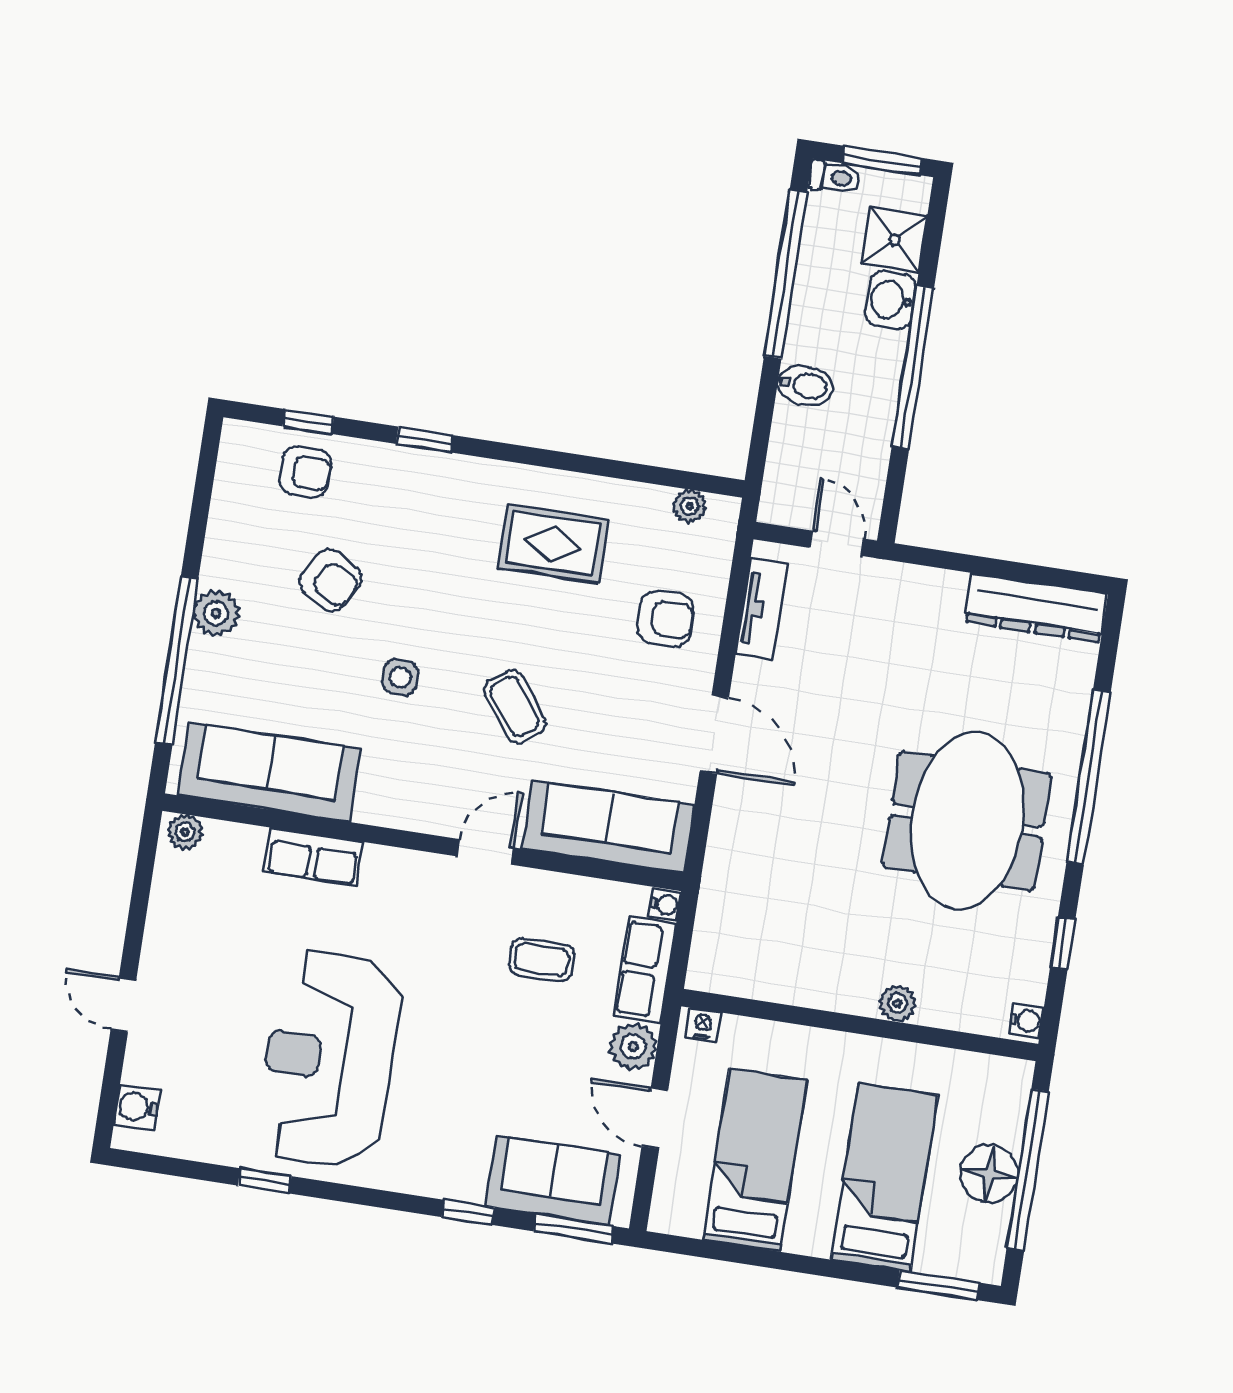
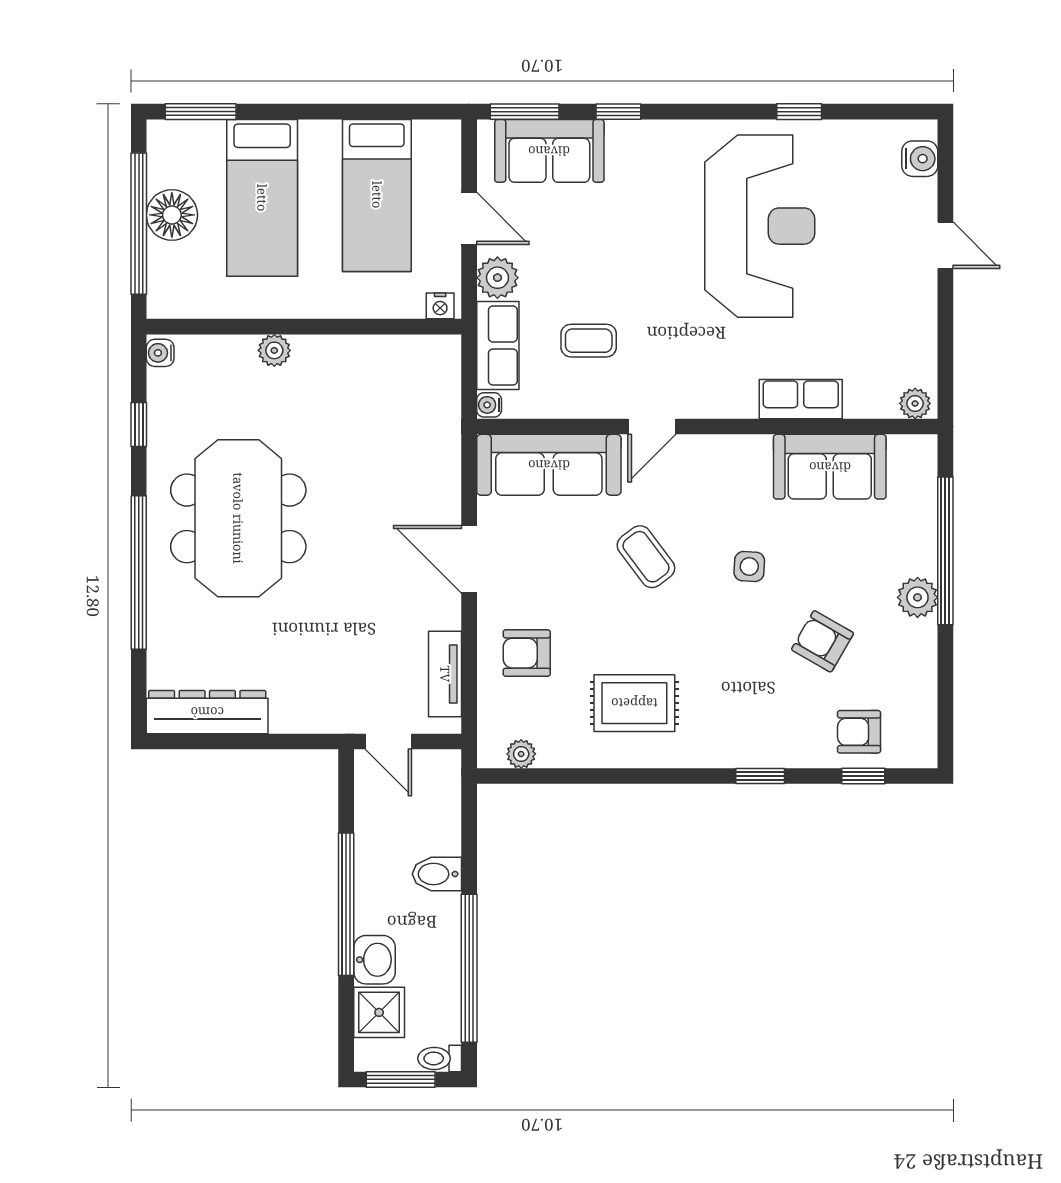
sofa: (269, 772) -> (830, 467), width x0.73

